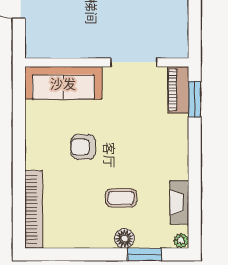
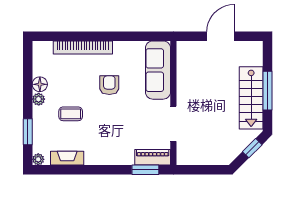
coffee table: (121, 198) -> (71, 114), turned 90
bookcase: (34, 209) -> (83, 47), moved
floor lamp: (125, 239) -> (40, 84), moved
plant: (102, 240) -> (39, 99), added

